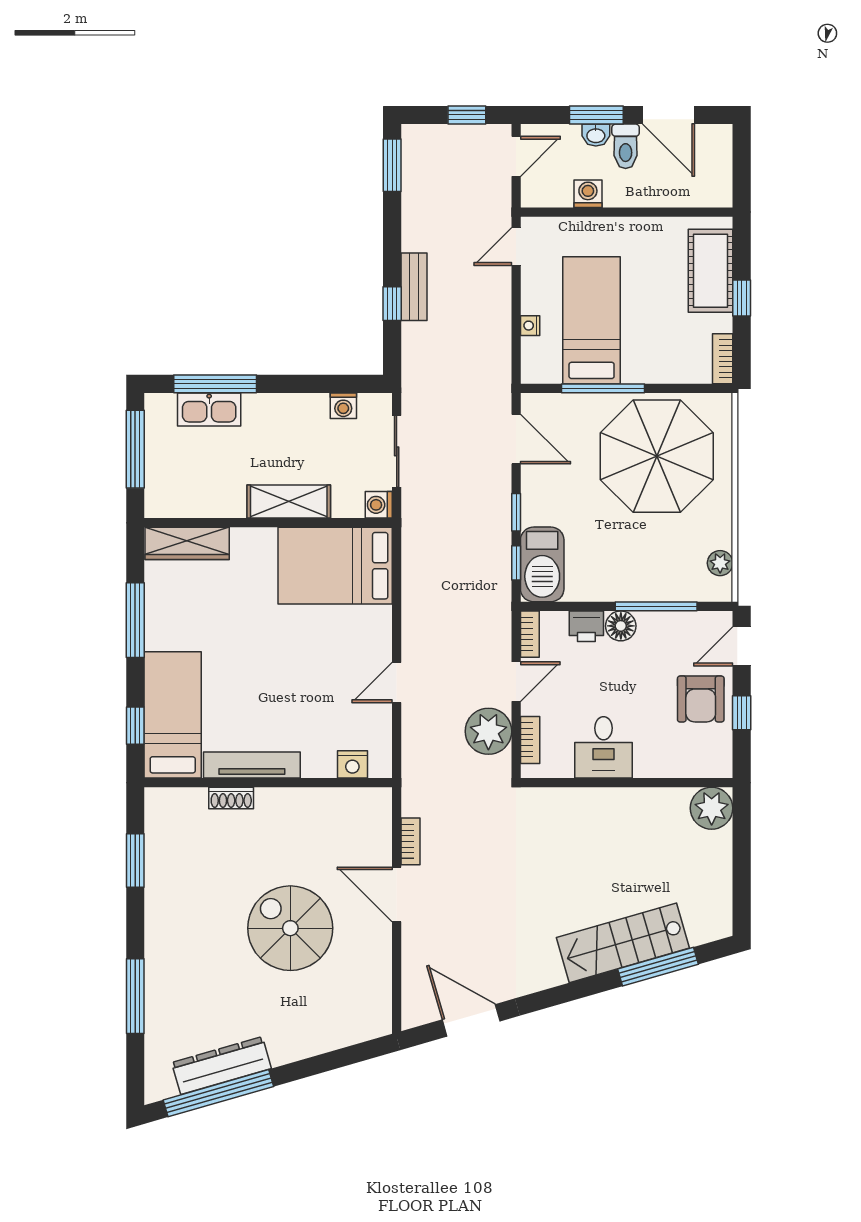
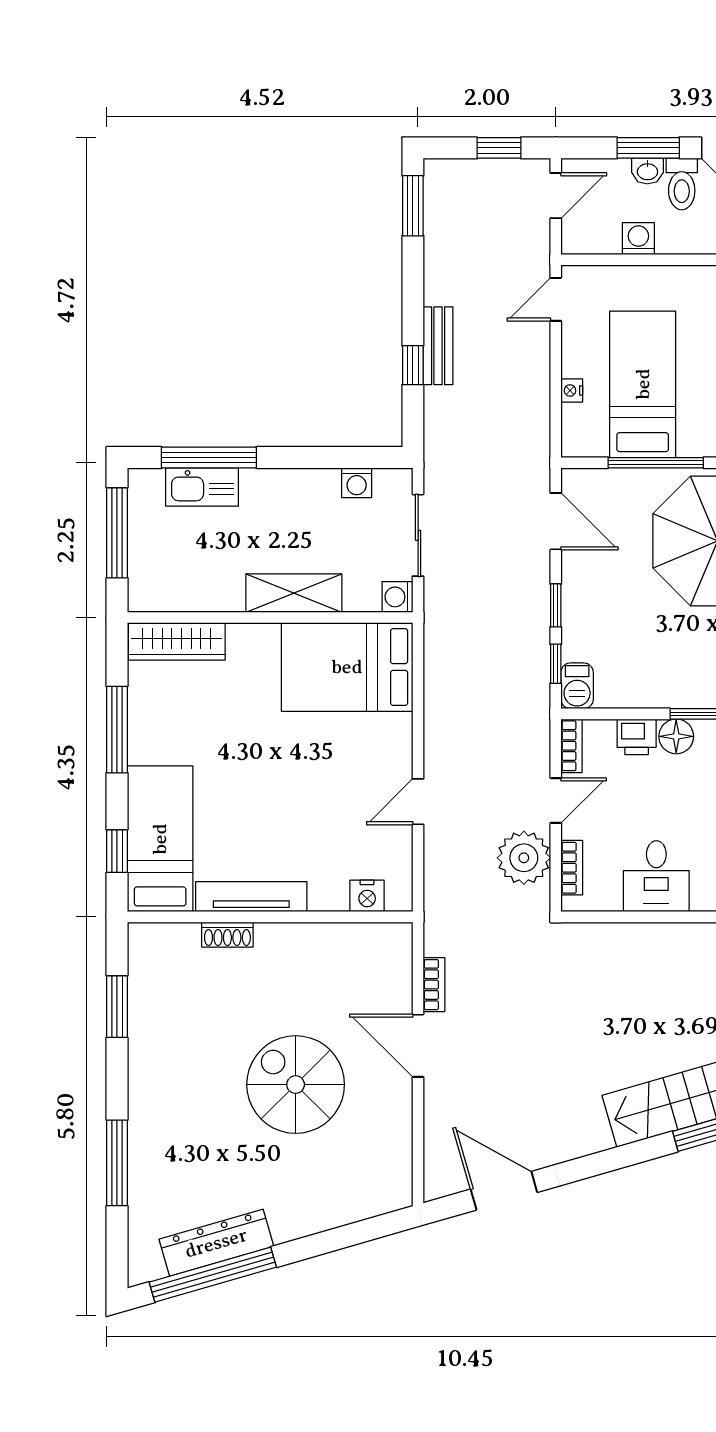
barbecue: (542, 564) -> (577, 686), width x0.53, depth x0.65

